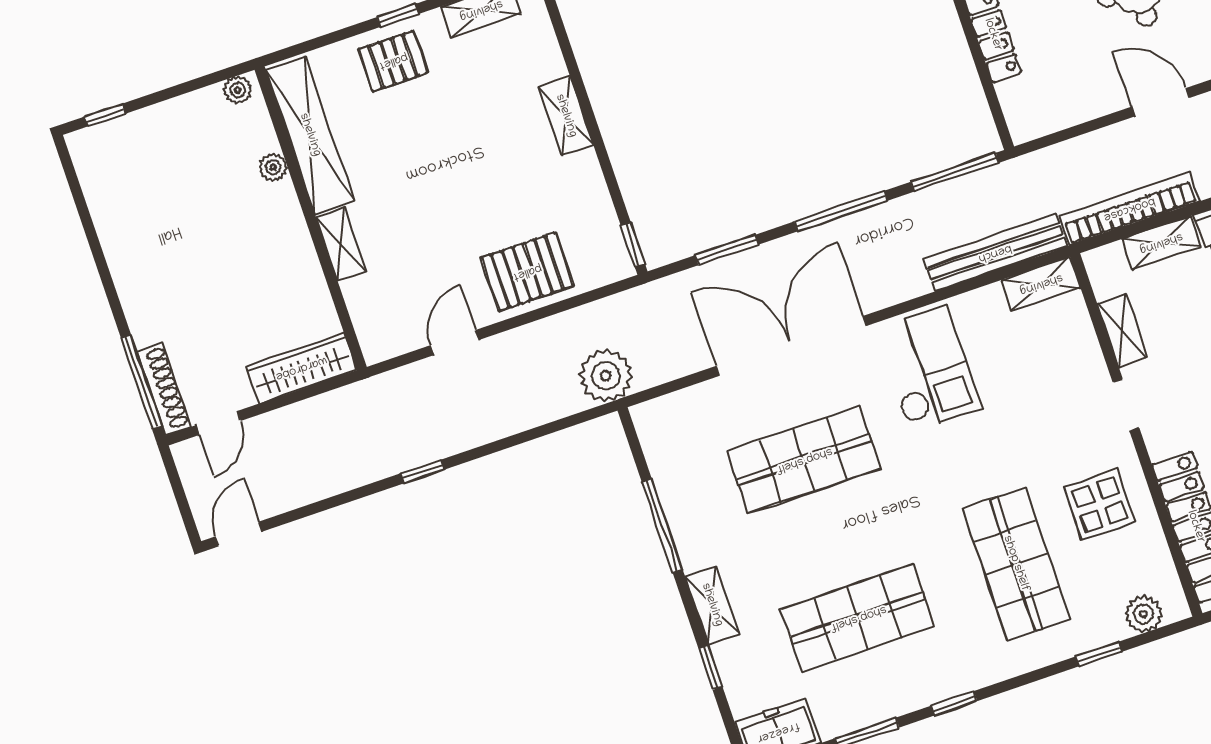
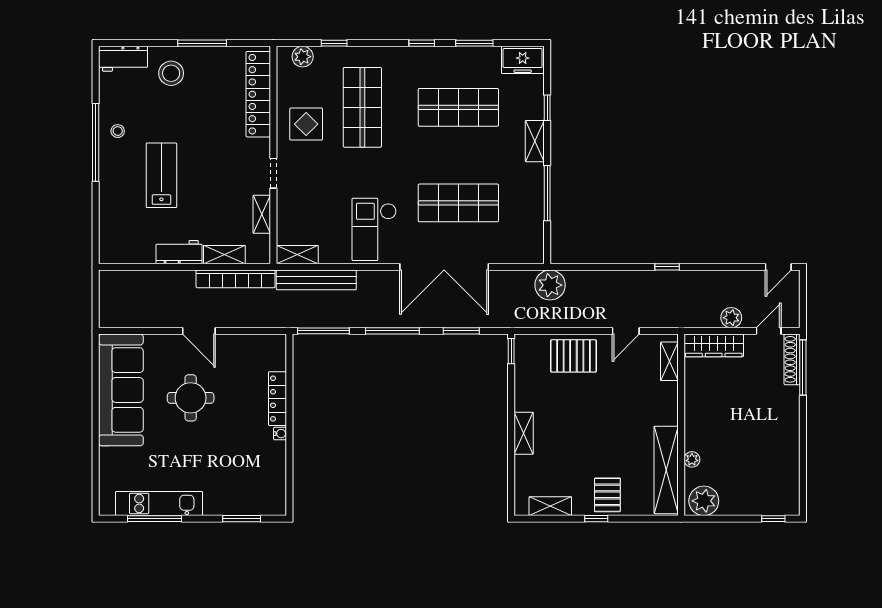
pallet: (393, 61) -> (607, 495), turned 90
plant: (238, 90) -> (704, 501), width x1.88, depth x1.88
shelving: (341, 244) -> (669, 361), moved
plant: (288, 424) -> (731, 318), added

